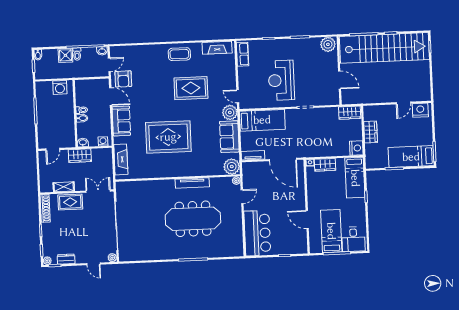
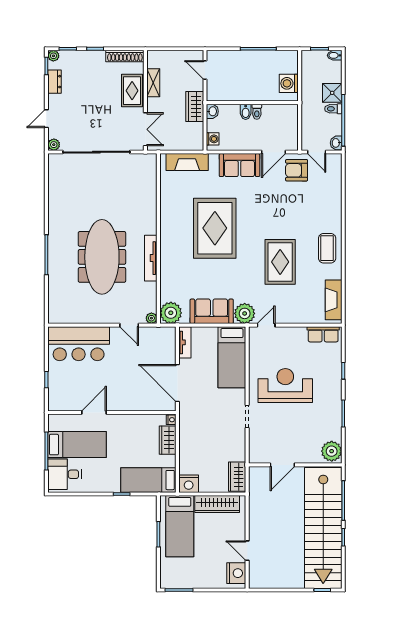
wardrobe: (371, 132) -> (217, 504), width x1.50
bed: (411, 157) -> (180, 526), moved, turned 180
door: (283, 160) -> (177, 383), hinge flipped

